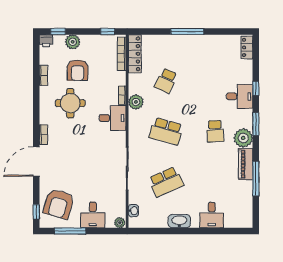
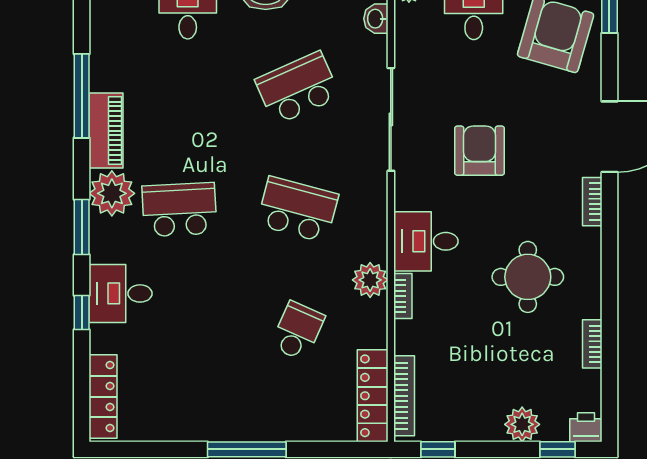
locker: (247, 47) -> (103, 397), width x1.53
armchair: (78, 70) -> (480, 151), moved
school desk: (215, 131) -> (179, 210), width x1.85

